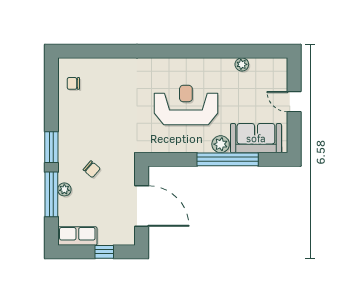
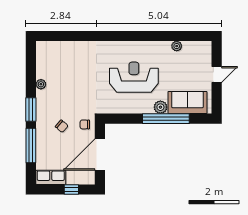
chair: (73, 83) -> (85, 124), moved
door: (294, 102) -> (217, 75), swing flipped
plant: (64, 189) -> (41, 84), moved
door: (142, 206) -> (100, 154), swing flipped

